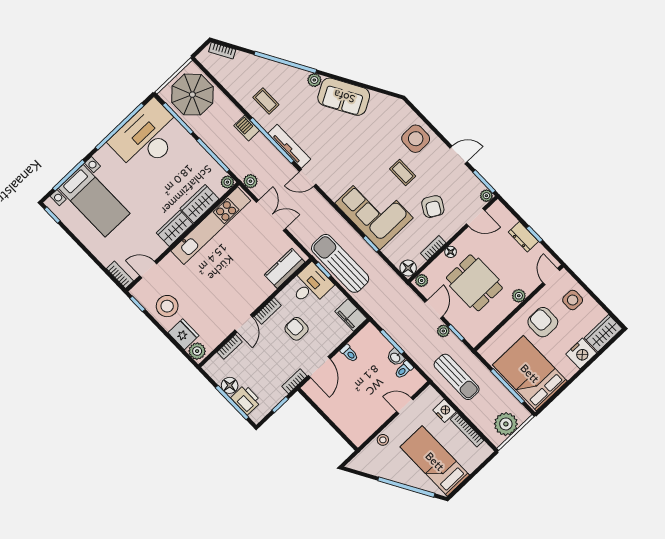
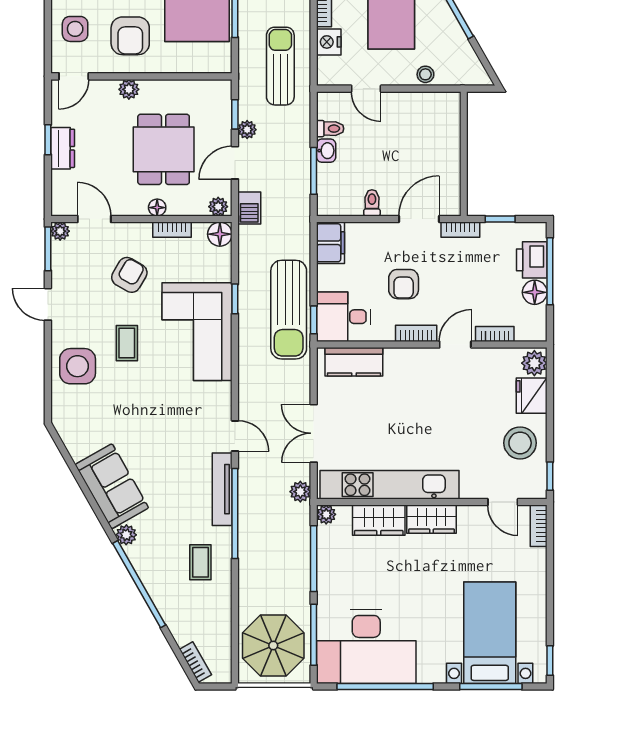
barbecue: (247, 128) -> (249, 208), moved

